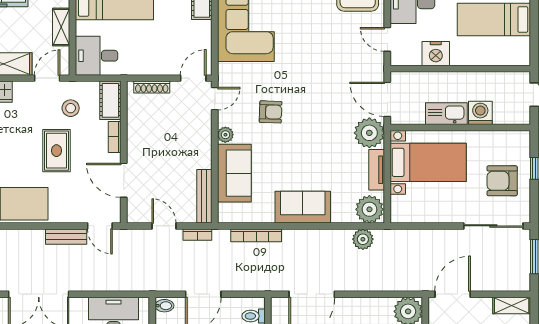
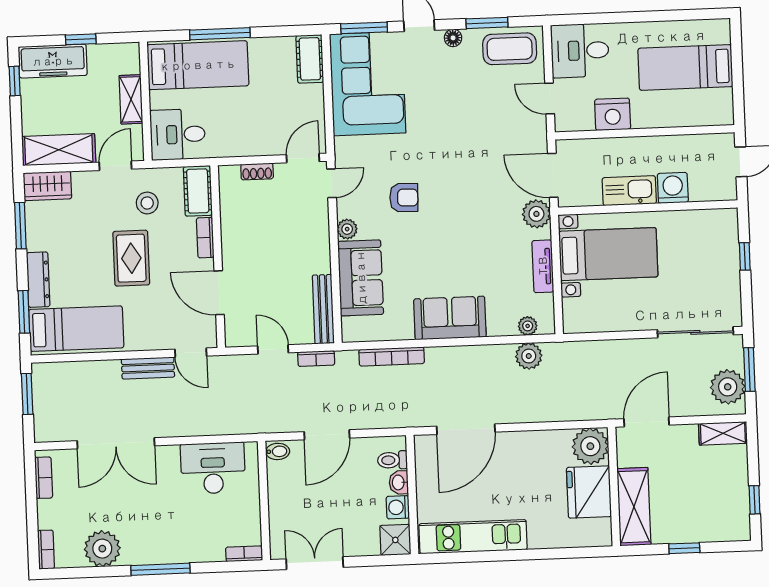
shoe rack: (152, 87) -> (257, 171), width x0.70
plant: (369, 133) -> (536, 214), width x0.73, depth x0.73
armchair: (502, 181) -> (704, 274), removed
plant: (369, 209) -> (528, 326), width x0.53, depth x0.53
plant: (517, 269) -> (728, 387), added

